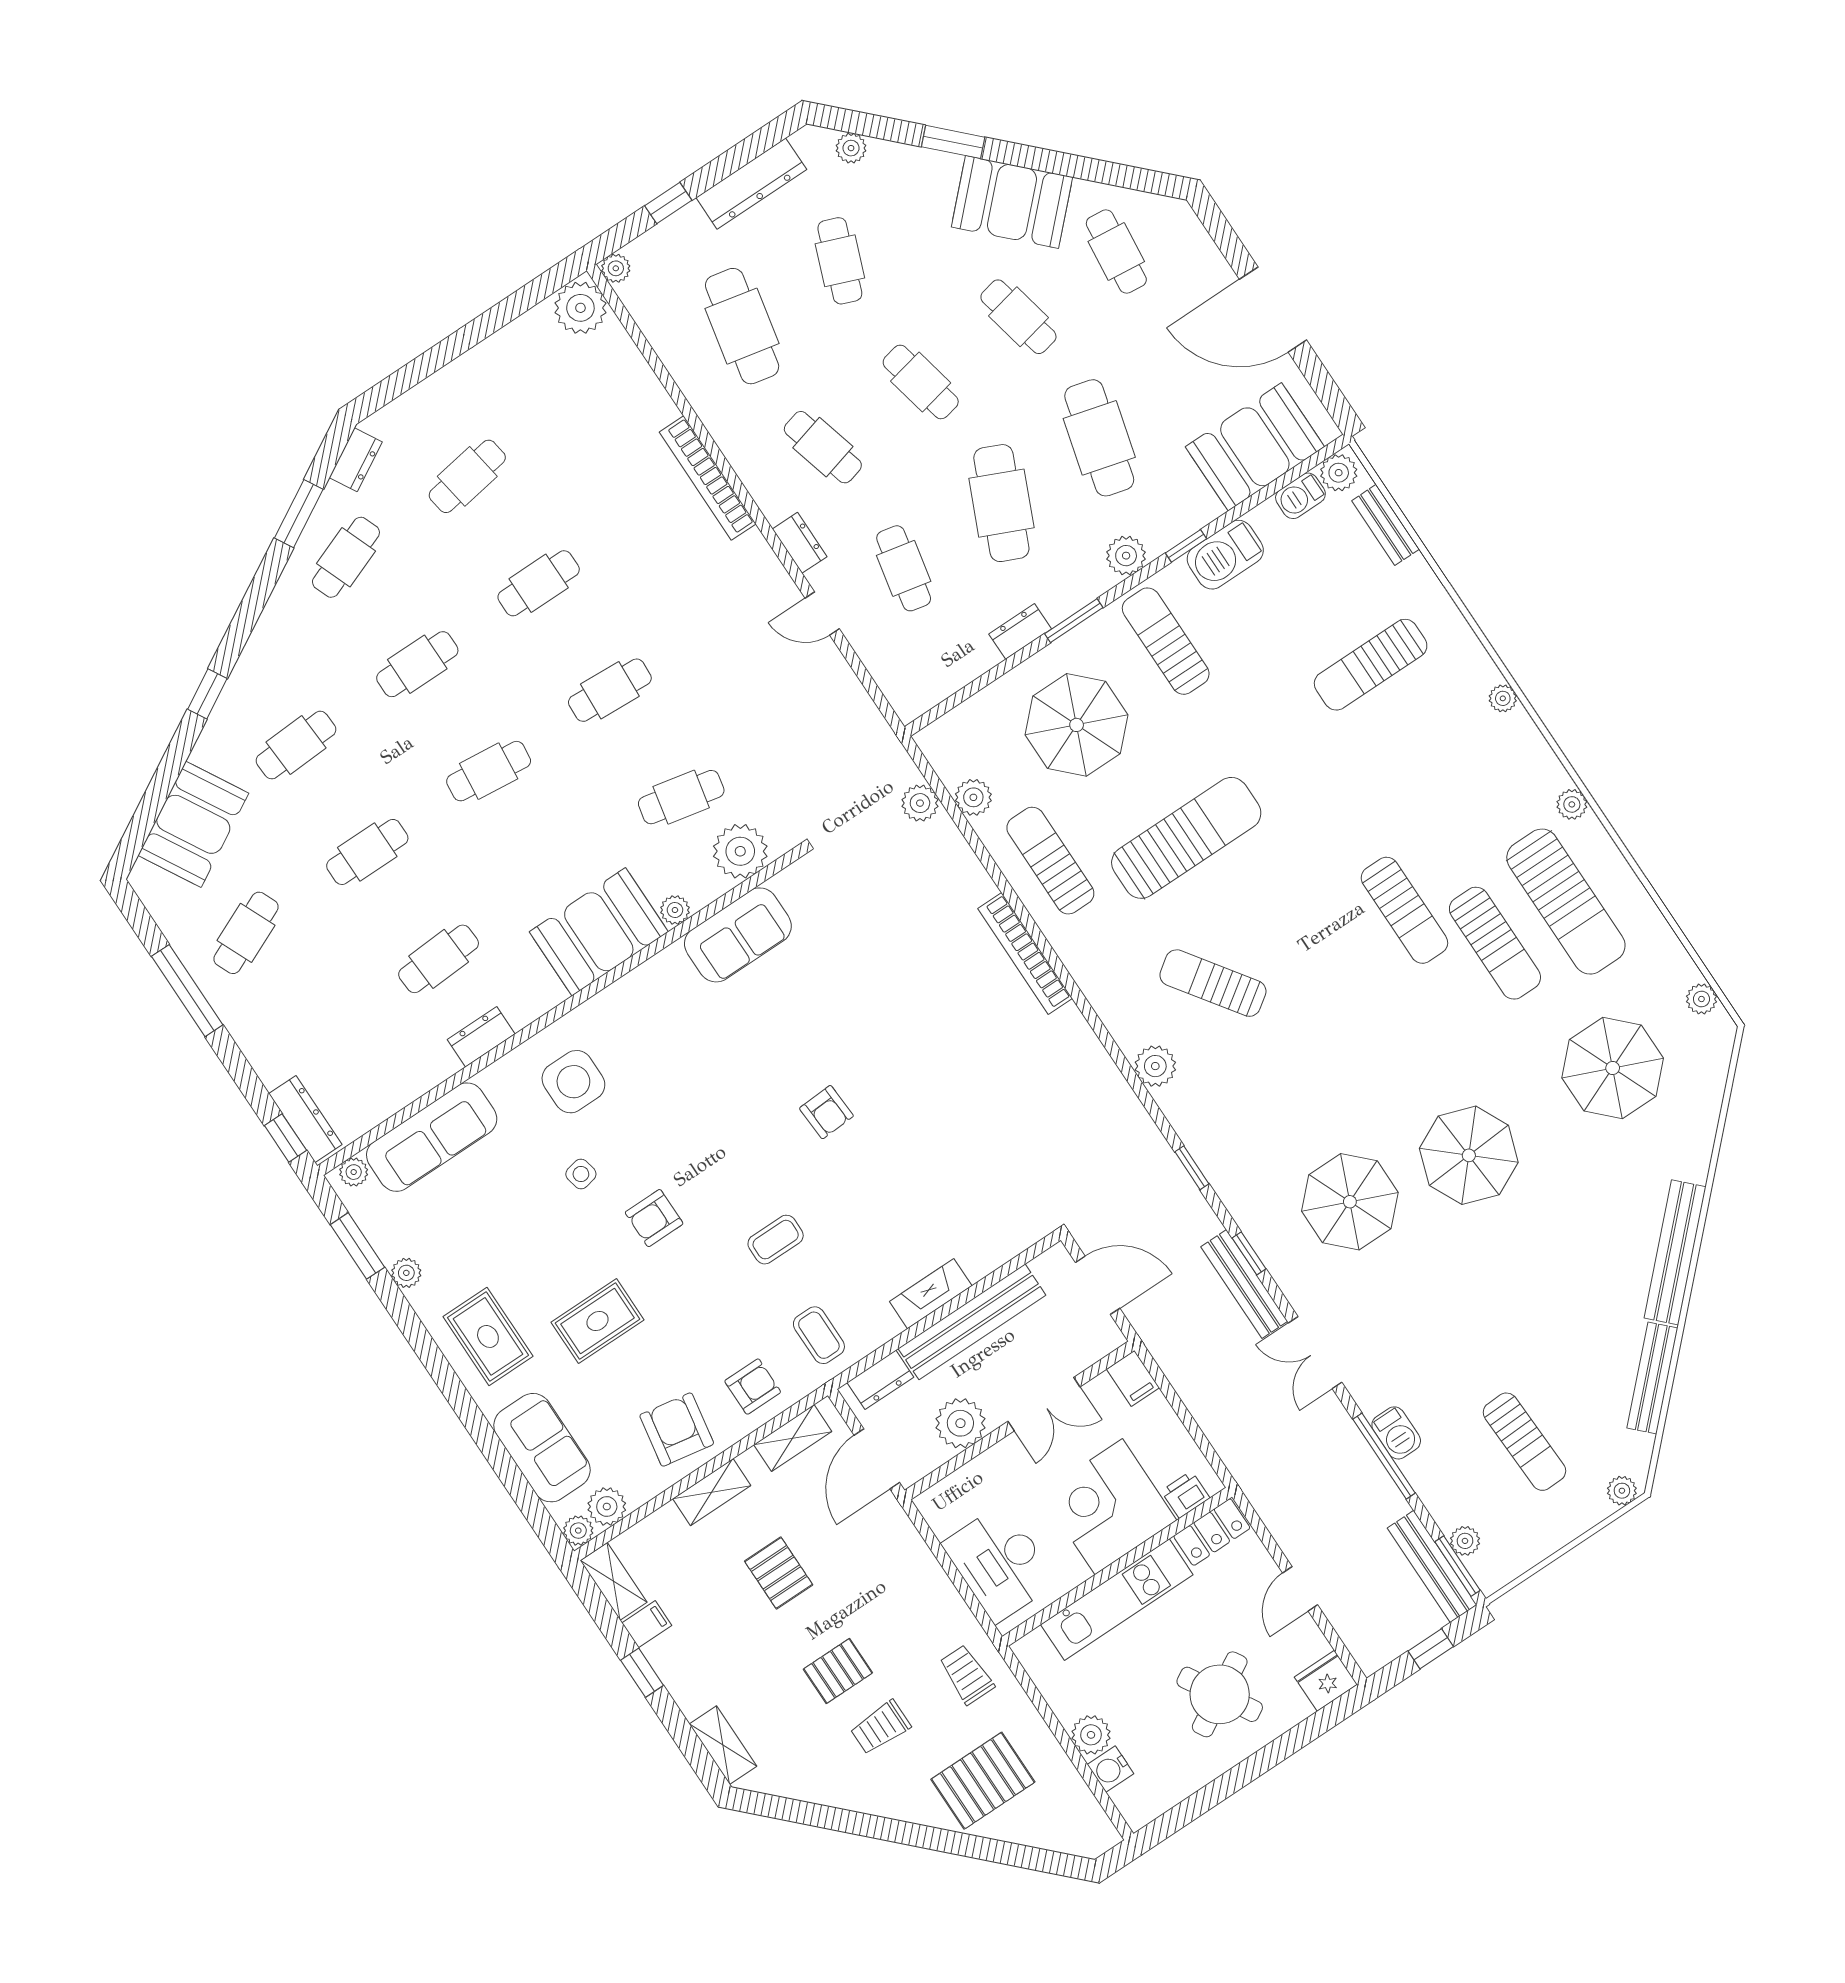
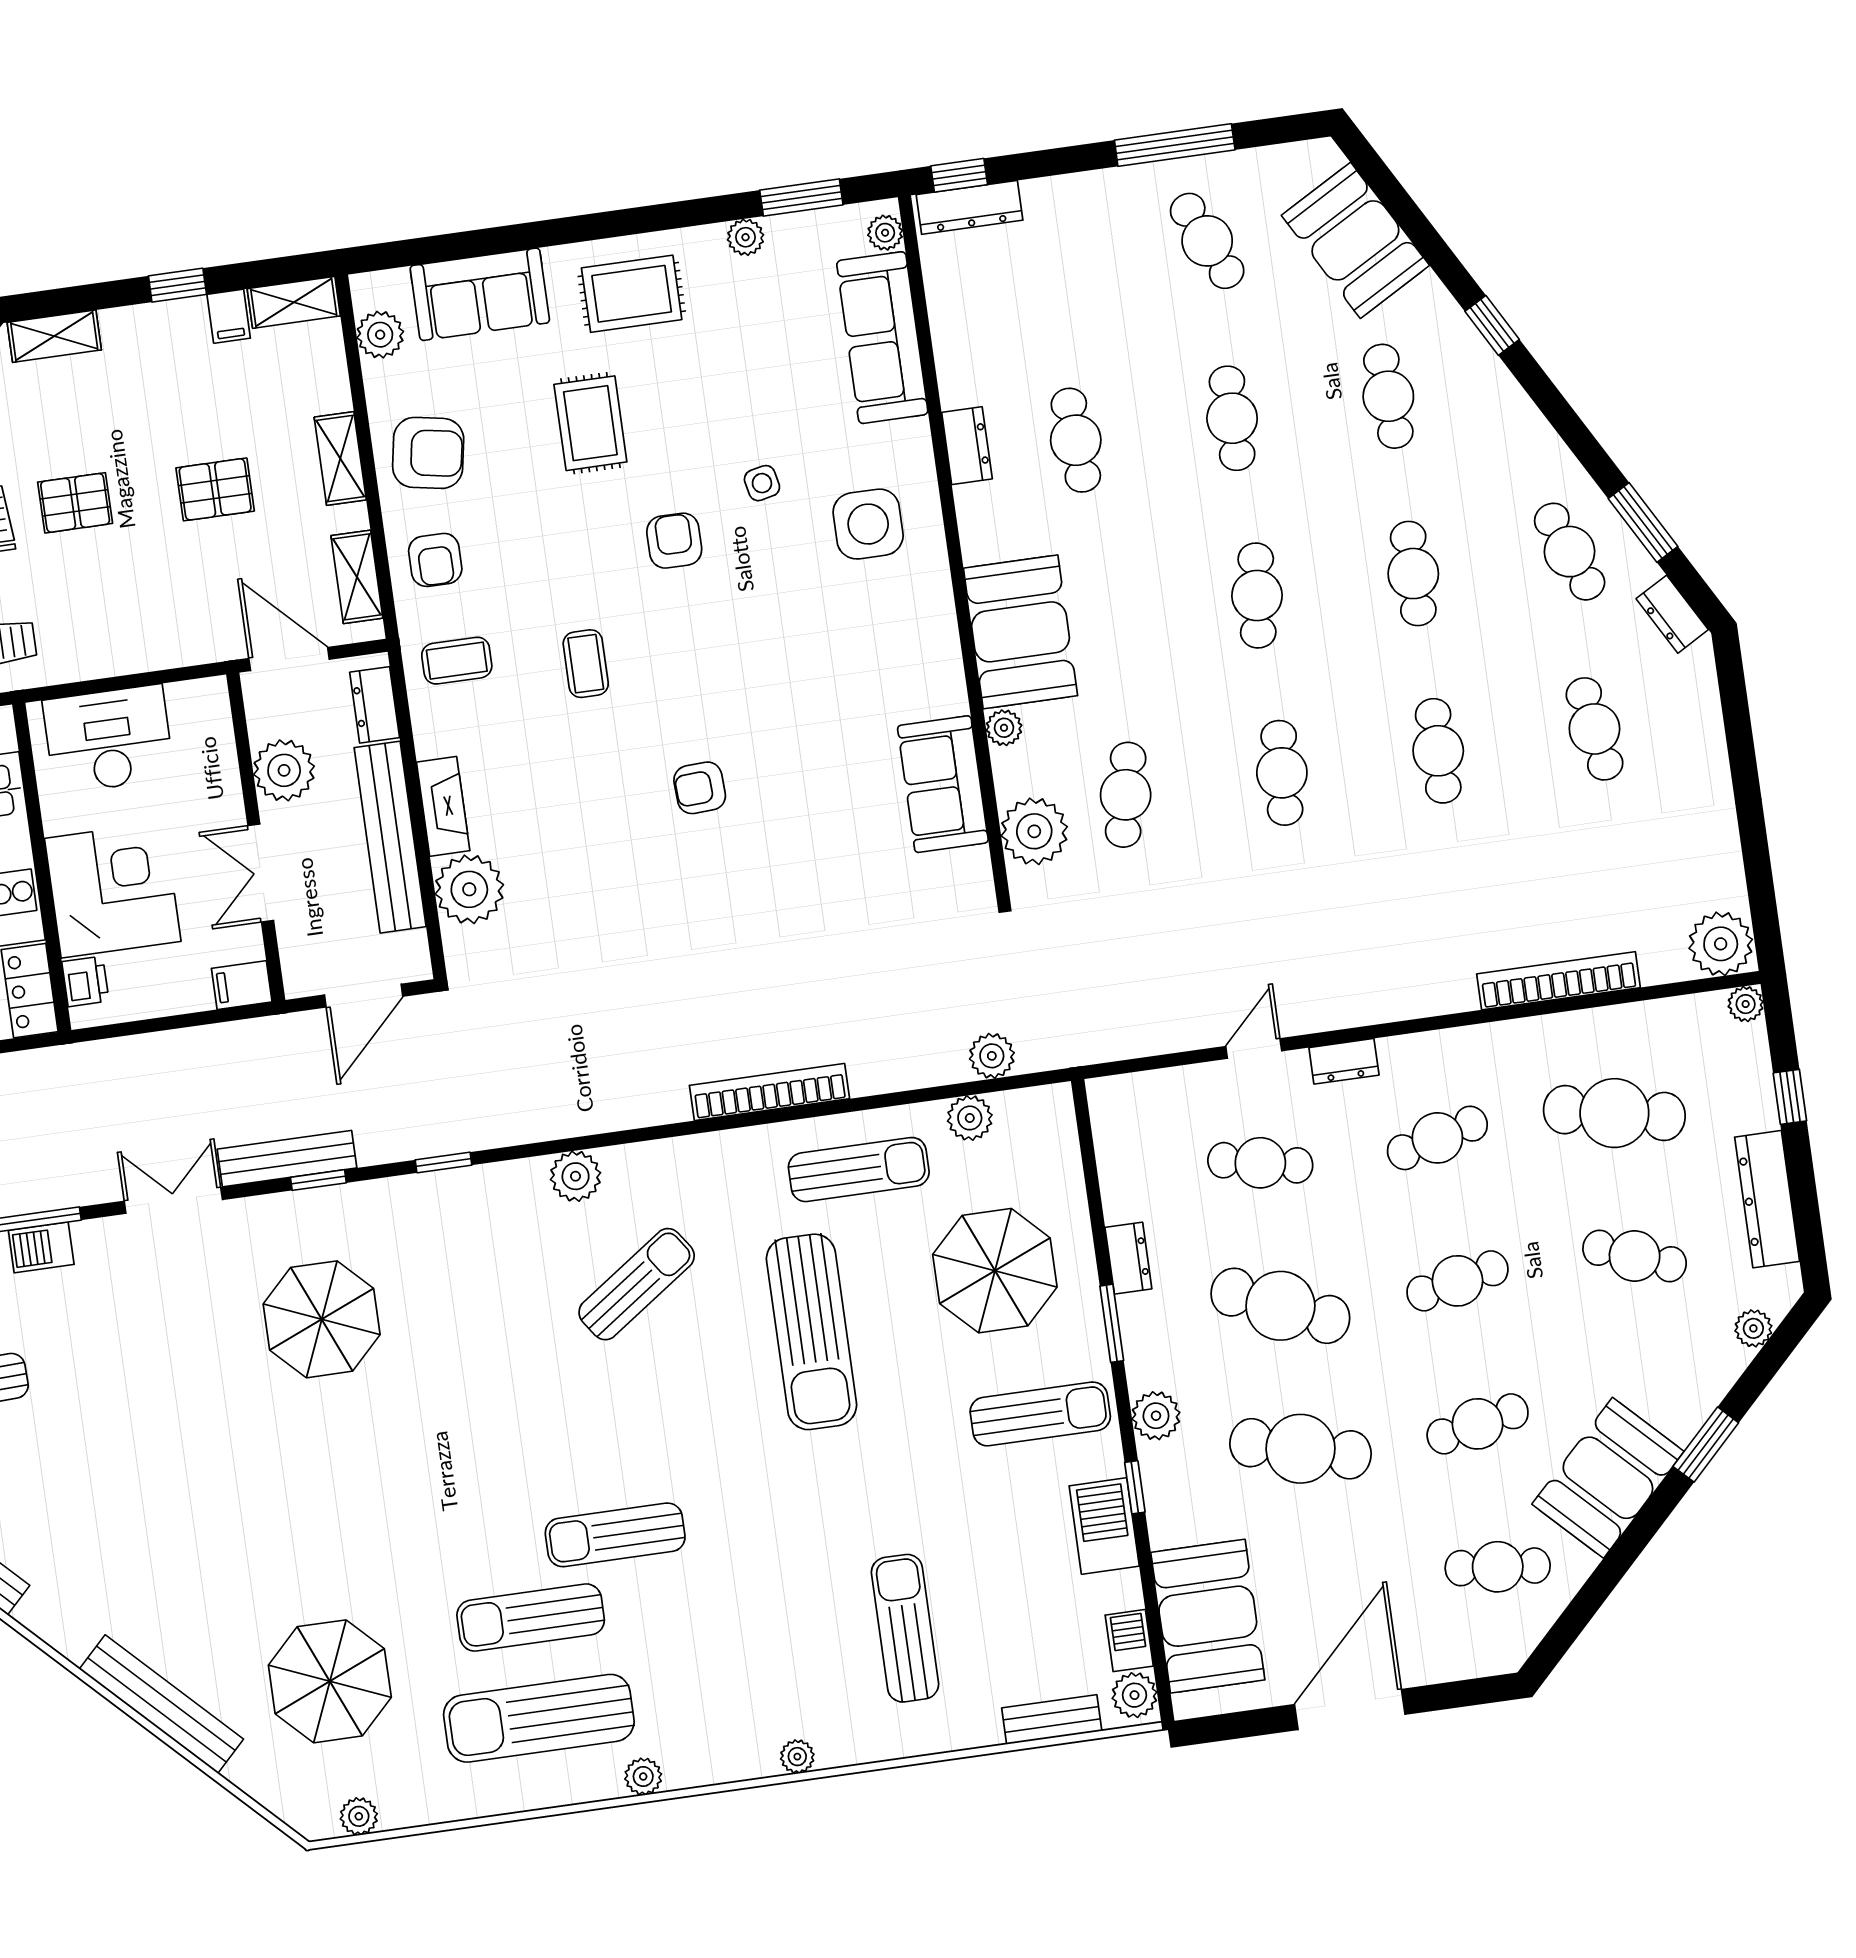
bookcase: (708, 478) -> (1558, 981), moved
parasol: (1469, 1155) -> (310, 1476), removed
bench: (1675, 1252) -> (161, 1704), moved
plant: (578, 1531) -> (469, 889), moved, width x1.87, depth x1.87
pallet: (838, 1671) -> (75, 503), turned 90

